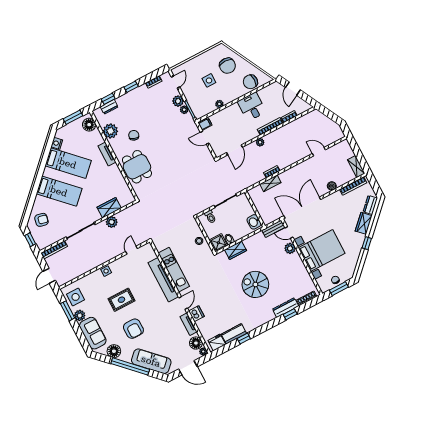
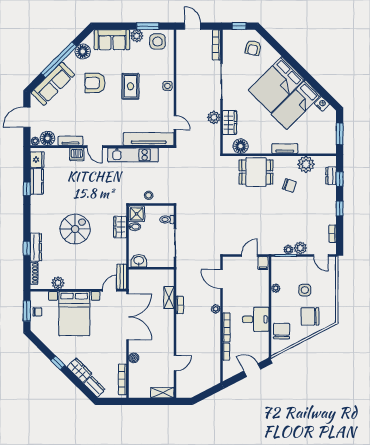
floor lamp: (89, 125) -> (241, 146), moved
shelving: (356, 167) -> (162, 393), moved
bed: (59, 191) -> (276, 85), width x1.50
plant: (290, 248) -> (58, 283), moved
tv unit: (163, 280) -> (149, 139), moved

